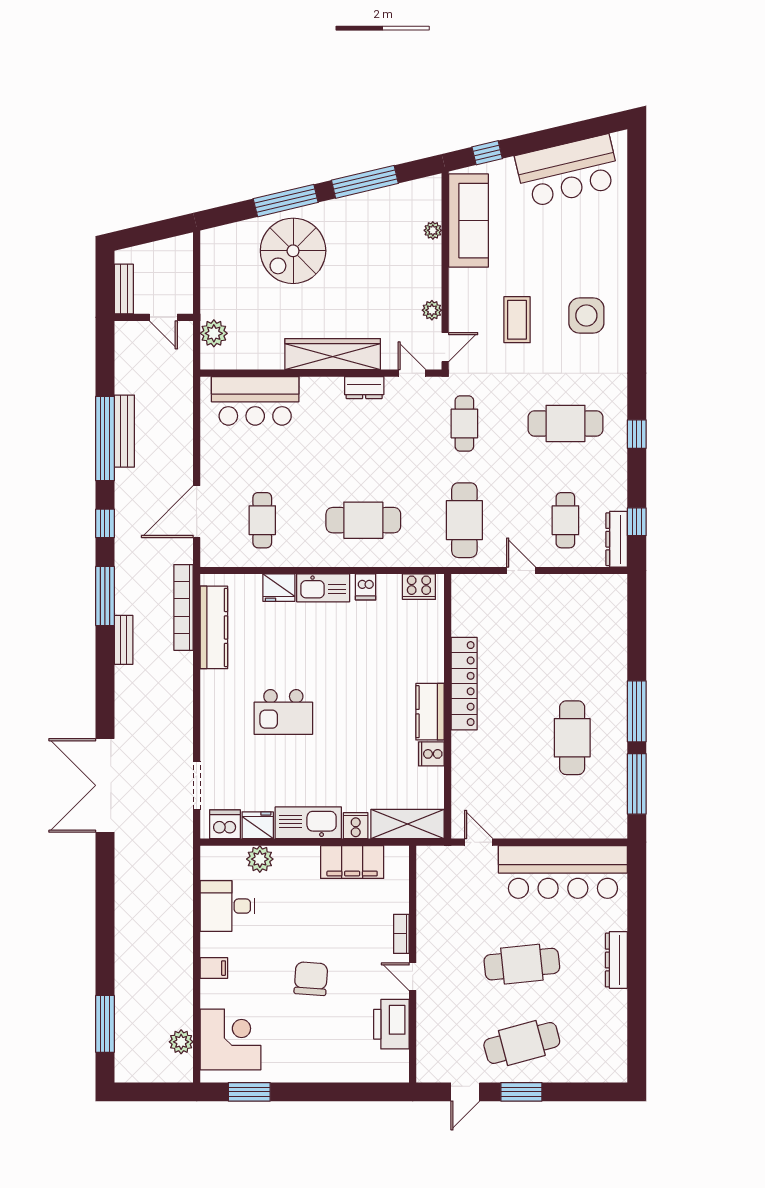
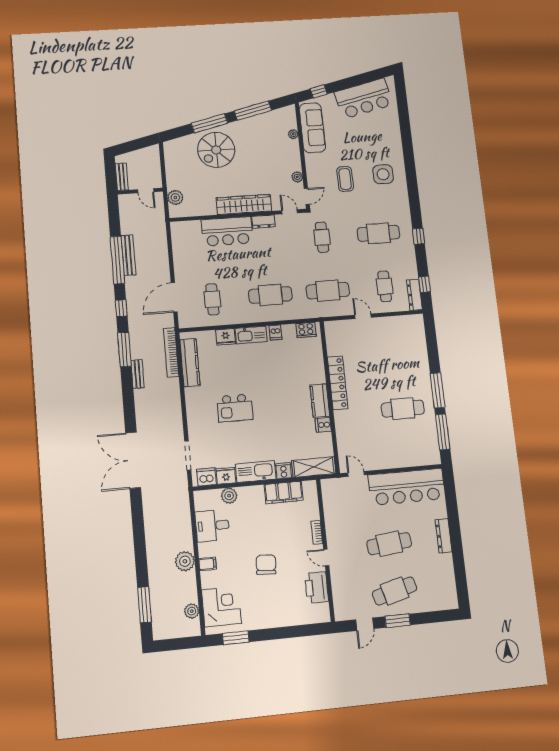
bar counter: (255, 401) -> (227, 231), moved
cafe table: (464, 520) -> (328, 291), turned 90
cafe table: (572, 738) -> (403, 409), turned 90
plant: (177, 960) -> (185, 561), added

